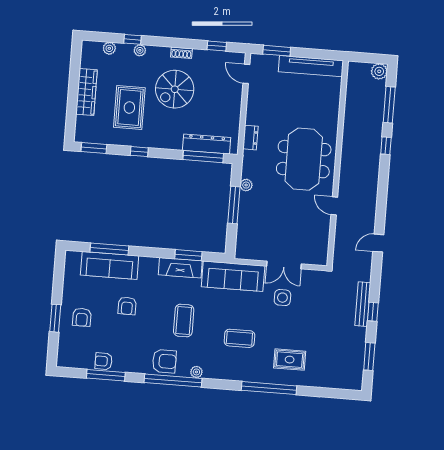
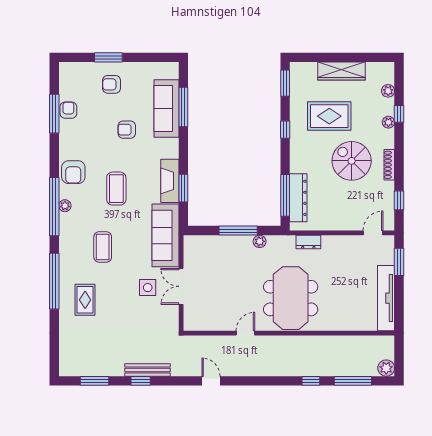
shoe rack: (181, 53) -> (389, 165), width x1.43
meeting table: (304, 159) -> (291, 298), turned 90
coffee table: (184, 321) -> (116, 189), turned 90
window: (173, 381) -> (54, 207), moved

